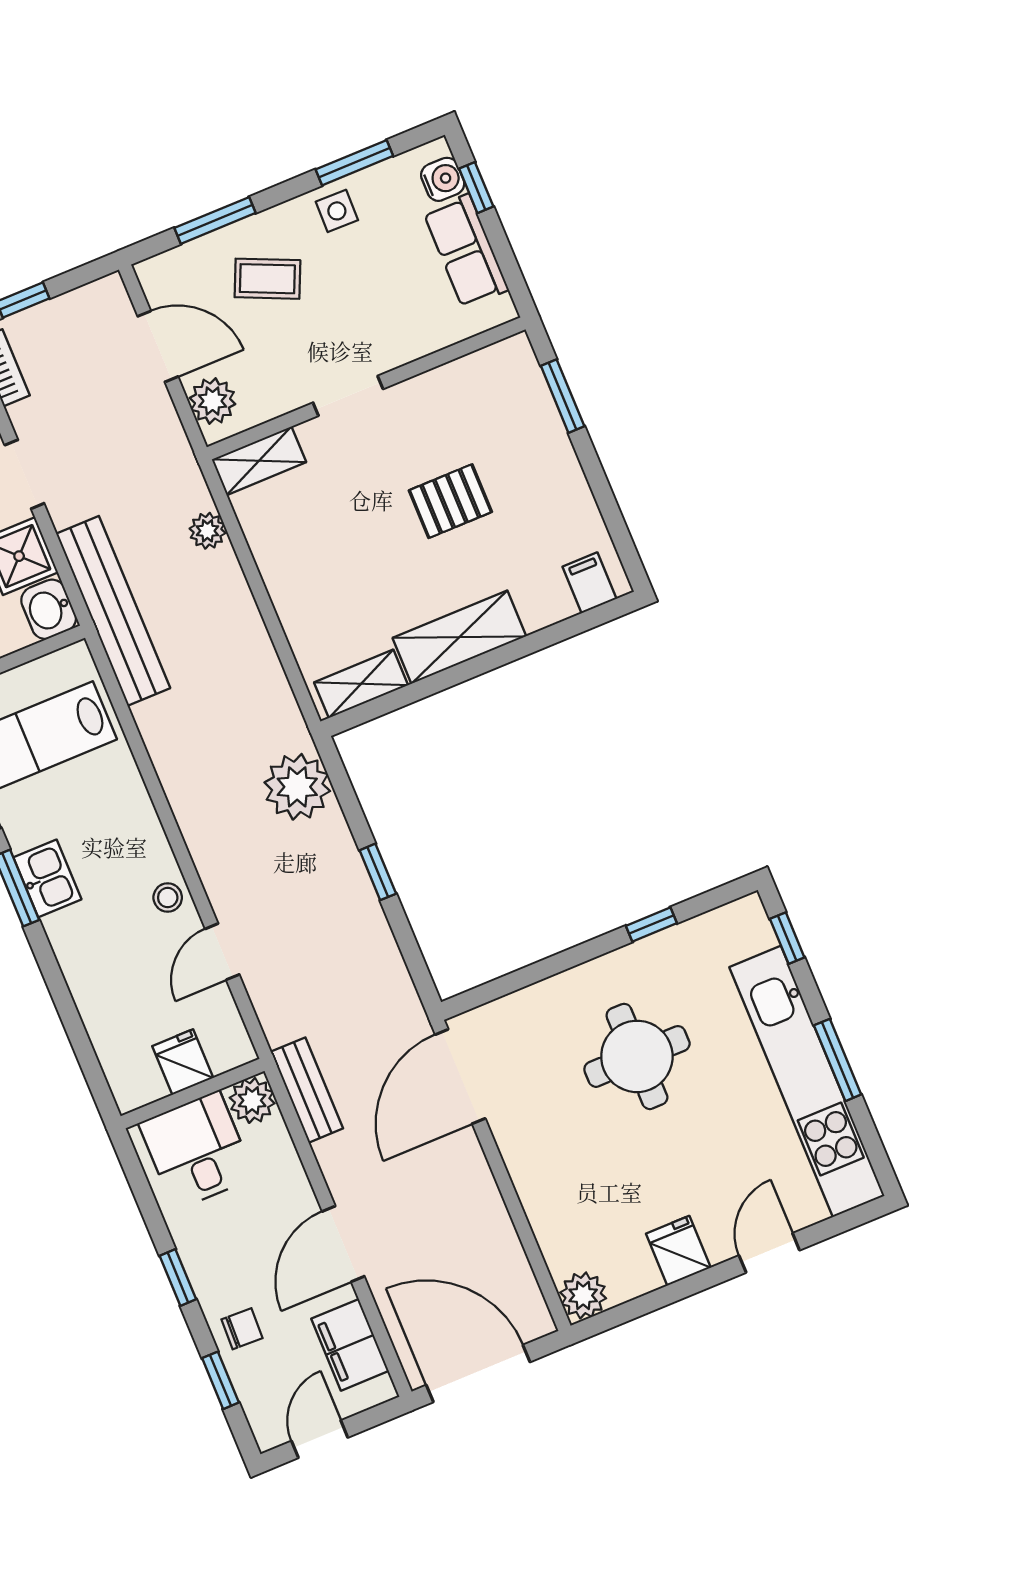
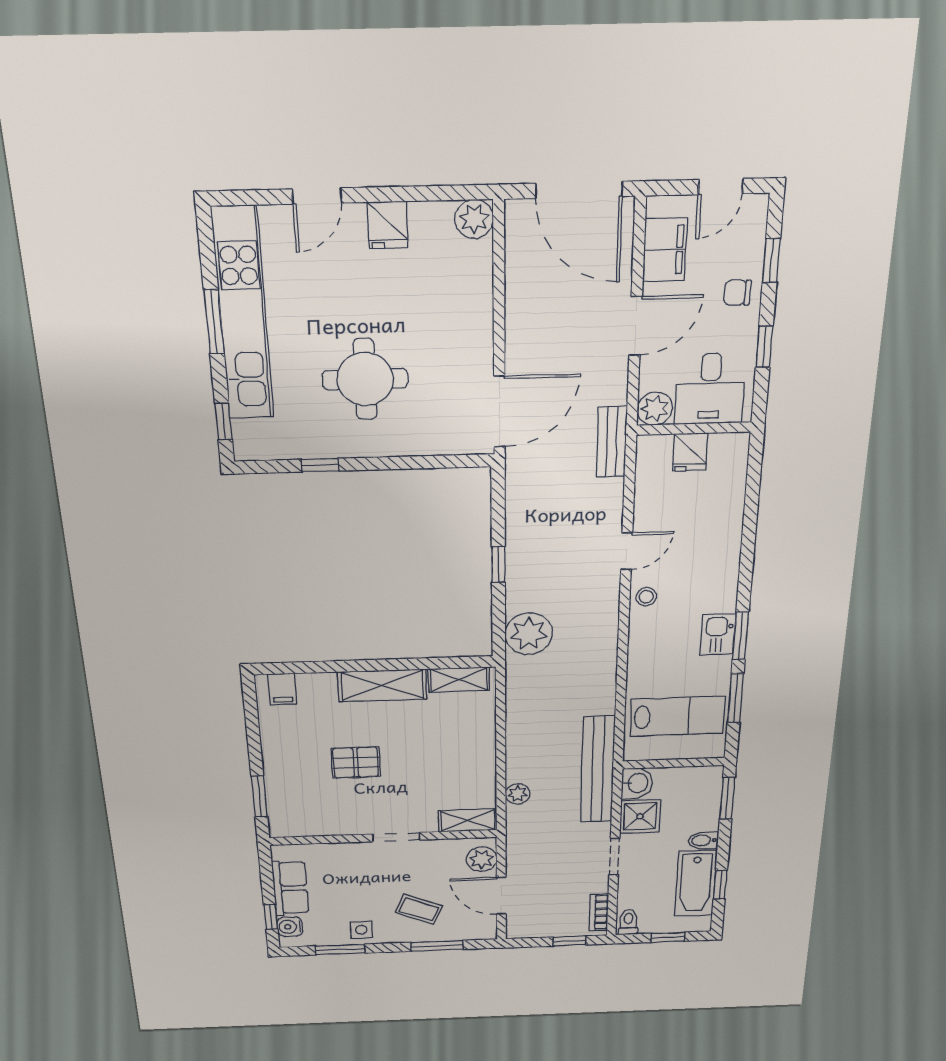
fridge: (183, 1062) -> (690, 452), moved
wall: (193, 1094) -> (694, 429), moved
plant: (252, 1100) -> (655, 409), moved
desk: (197, 1150) -> (710, 389), moved

